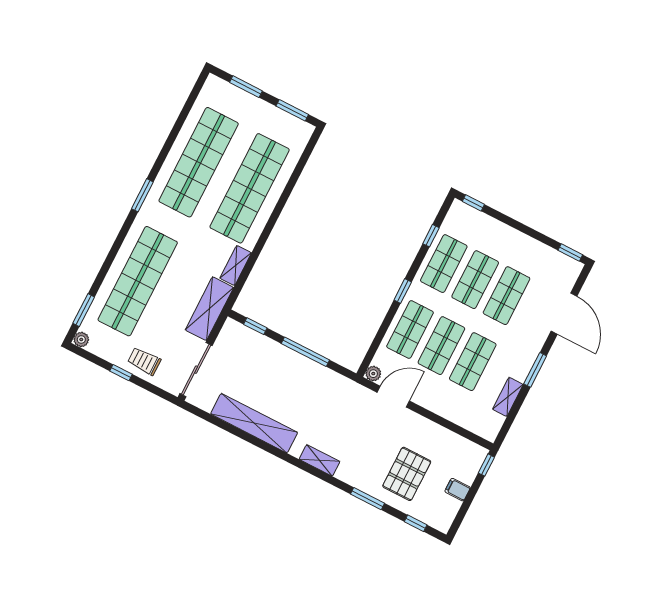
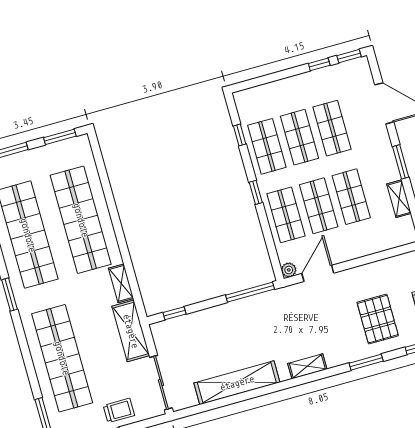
window: (473, 203) -> (319, 64), moved
window: (305, 352) -> (250, 292), moved
trolley: (144, 361) -> (119, 410), turned 180

